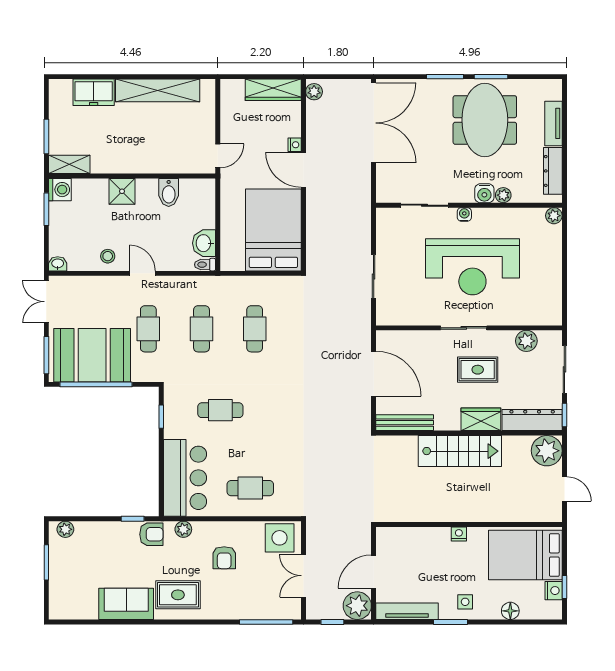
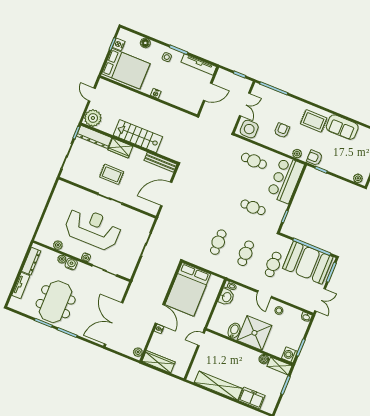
boiler: (100, 165) -> (264, 359), added
shower: (122, 191) -> (254, 333), width x1.86, depth x1.86
plant: (554, 216) -> (58, 245), moved
plant: (526, 341) -> (80, 179), removed
door: (374, 374) -> (166, 194), hinge flipped
plant: (357, 606) -> (223, 78), removed

